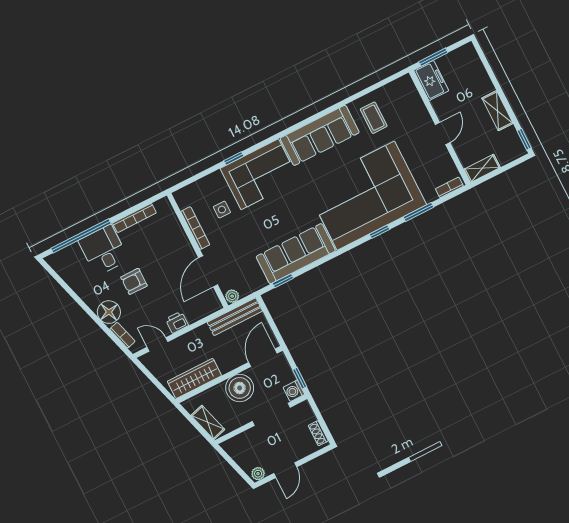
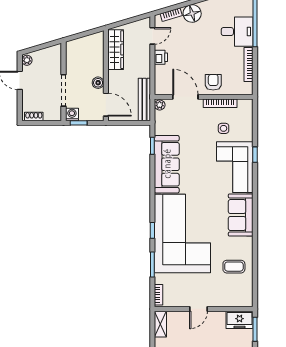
door: (443, 134) -> (199, 309), hinge flipped
sofa: (320, 135) -> (241, 215), width x0.73
armchair: (134, 281) -> (213, 82), moved
boiler: (240, 388) -> (98, 83), width x0.54, depth x0.54
shelving: (208, 422) -> (80, 43), removed

